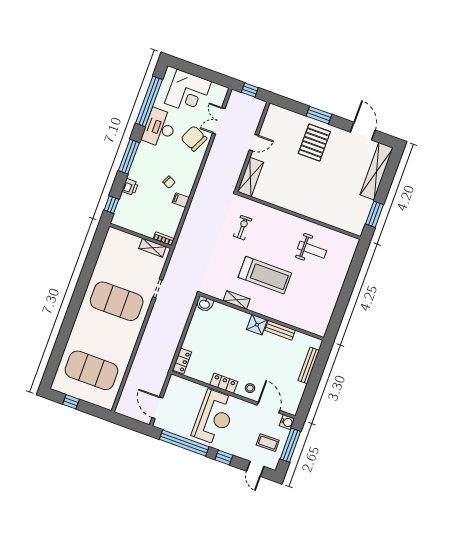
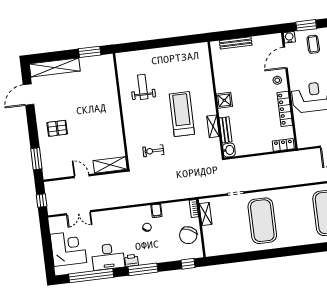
window: (319, 115) -> (36, 159), moved
chair: (194, 138) -> (188, 235), moved
pallet: (314, 143) -> (57, 128), width x0.67, depth x0.71
printer: (130, 187) -> (131, 260), moved
bench: (280, 330) -> (226, 130), moved
locker: (224, 383) -> (285, 109), width x1.53
window: (290, 445) -> (306, 25), width x0.69

